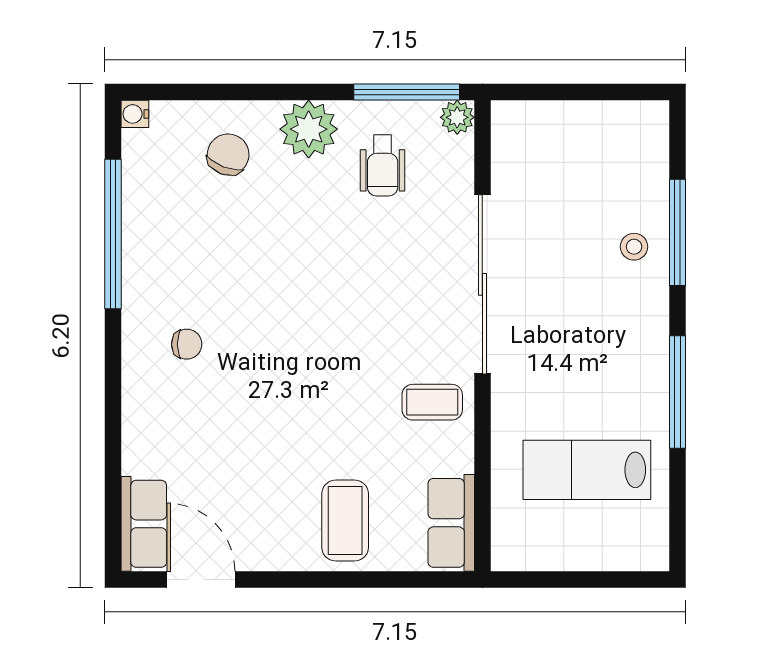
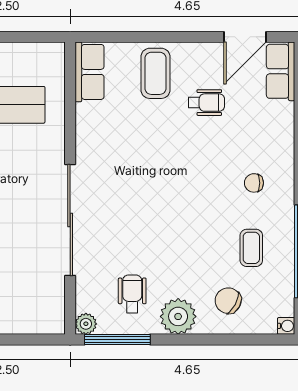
chair: (228, 155) -> (228, 301), turned 97
coffee table: (432, 402) -> (251, 248), moved, turned 90
wheelchair: (263, 474) -> (206, 103), added
door: (201, 579) -> (245, 37), hinge flipped

